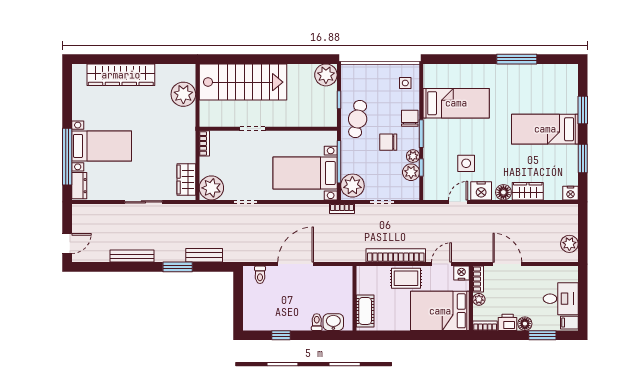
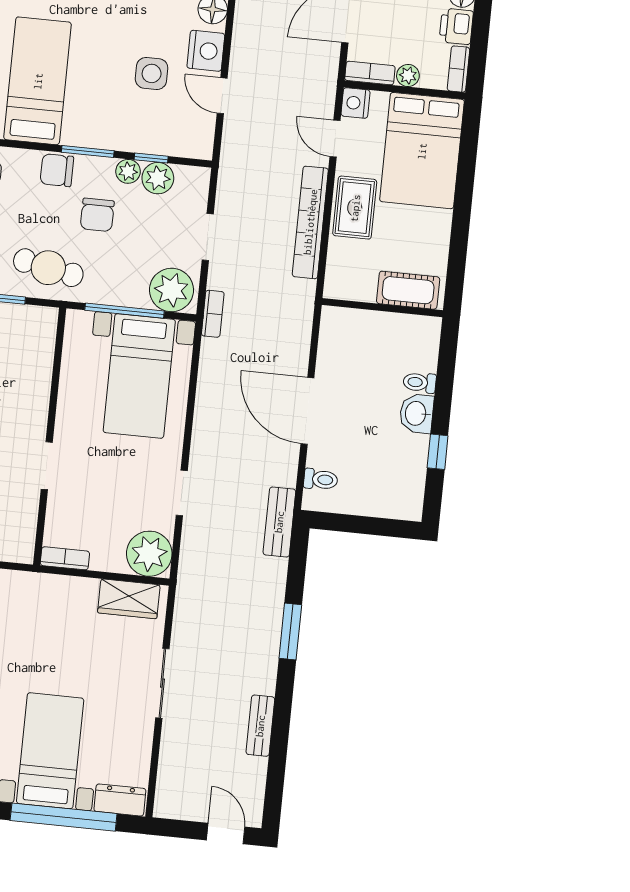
bench: (204, 255) -> (279, 522), moved
bench: (132, 256) -> (260, 726), width x0.73
washbasin: (333, 322) -> (416, 414), moved

